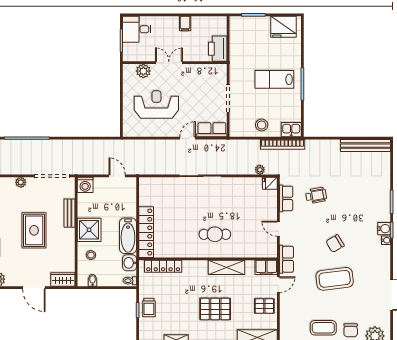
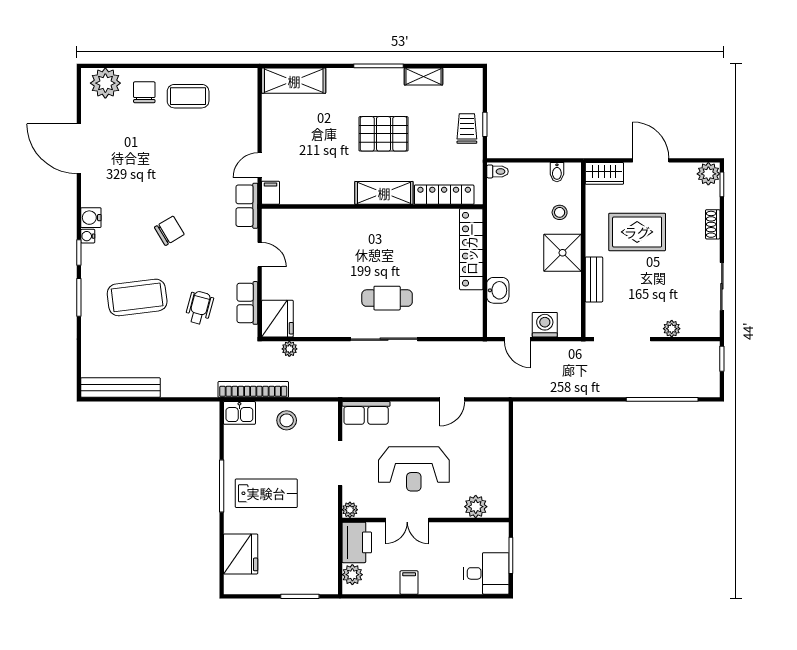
fridge: (283, 27) -> (241, 554), moved, turned 90
plant: (221, 28) -> (352, 575), added
double door: (169, 63) -> (407, 520), moved
plant: (222, 69) -> (350, 510), added
reception desk: (156, 105) -> (414, 469), moved
door: (188, 138) -> (452, 399), moved
fridge: (270, 183) -> (277, 319), width x1.88, depth x1.34
washing machine: (85, 185) -> (545, 325), moved
wheelchair: (316, 195) -> (199, 308), turned 115
water cooler: (384, 229) -> (91, 218), moved
rug: (34, 230) -> (637, 232), moved, turned 90
cafe table: (215, 234) -> (387, 298), moved
bathtub: (128, 236) -> (500, 243), removed
washbasin: (130, 263) -> (498, 290), moved
shelving: (226, 267) -> (384, 193), moved
filing cabinet: (266, 267) -> (271, 193), width x0.50
coffee table: (335, 279) -> (137, 297), moved
pallet: (264, 306) -> (282, 131), removed
pallet: (215, 309) -> (384, 134), moved

